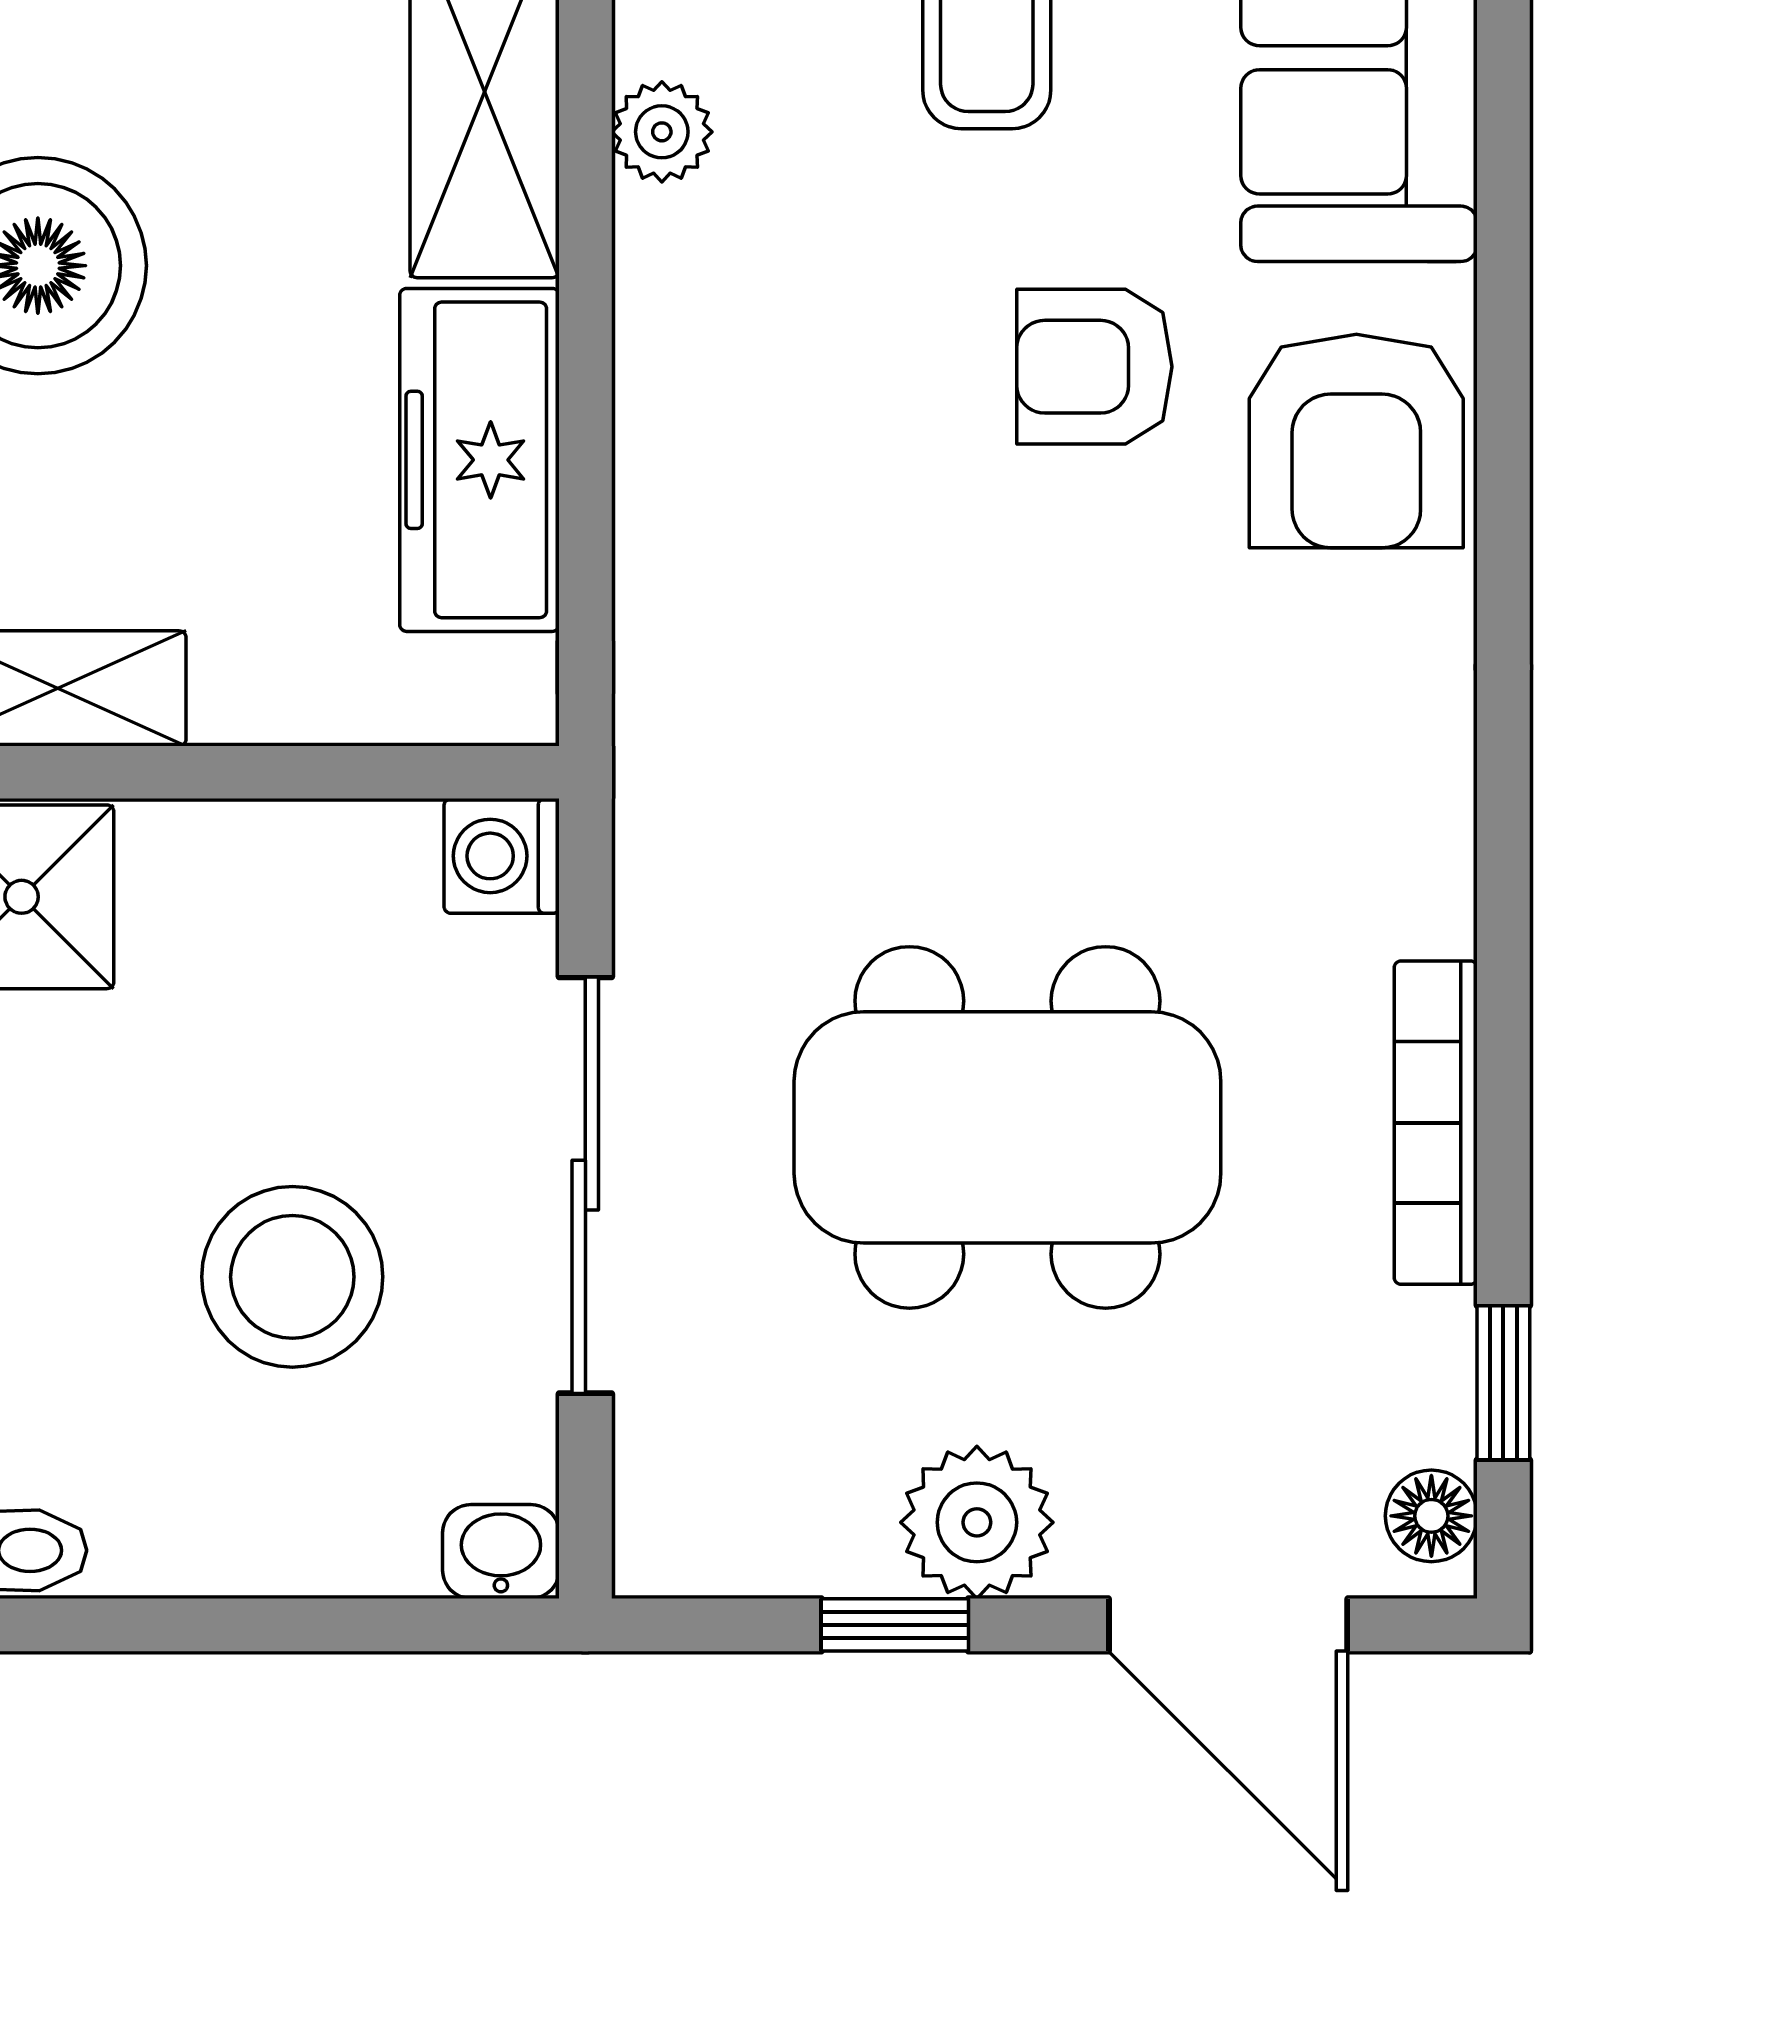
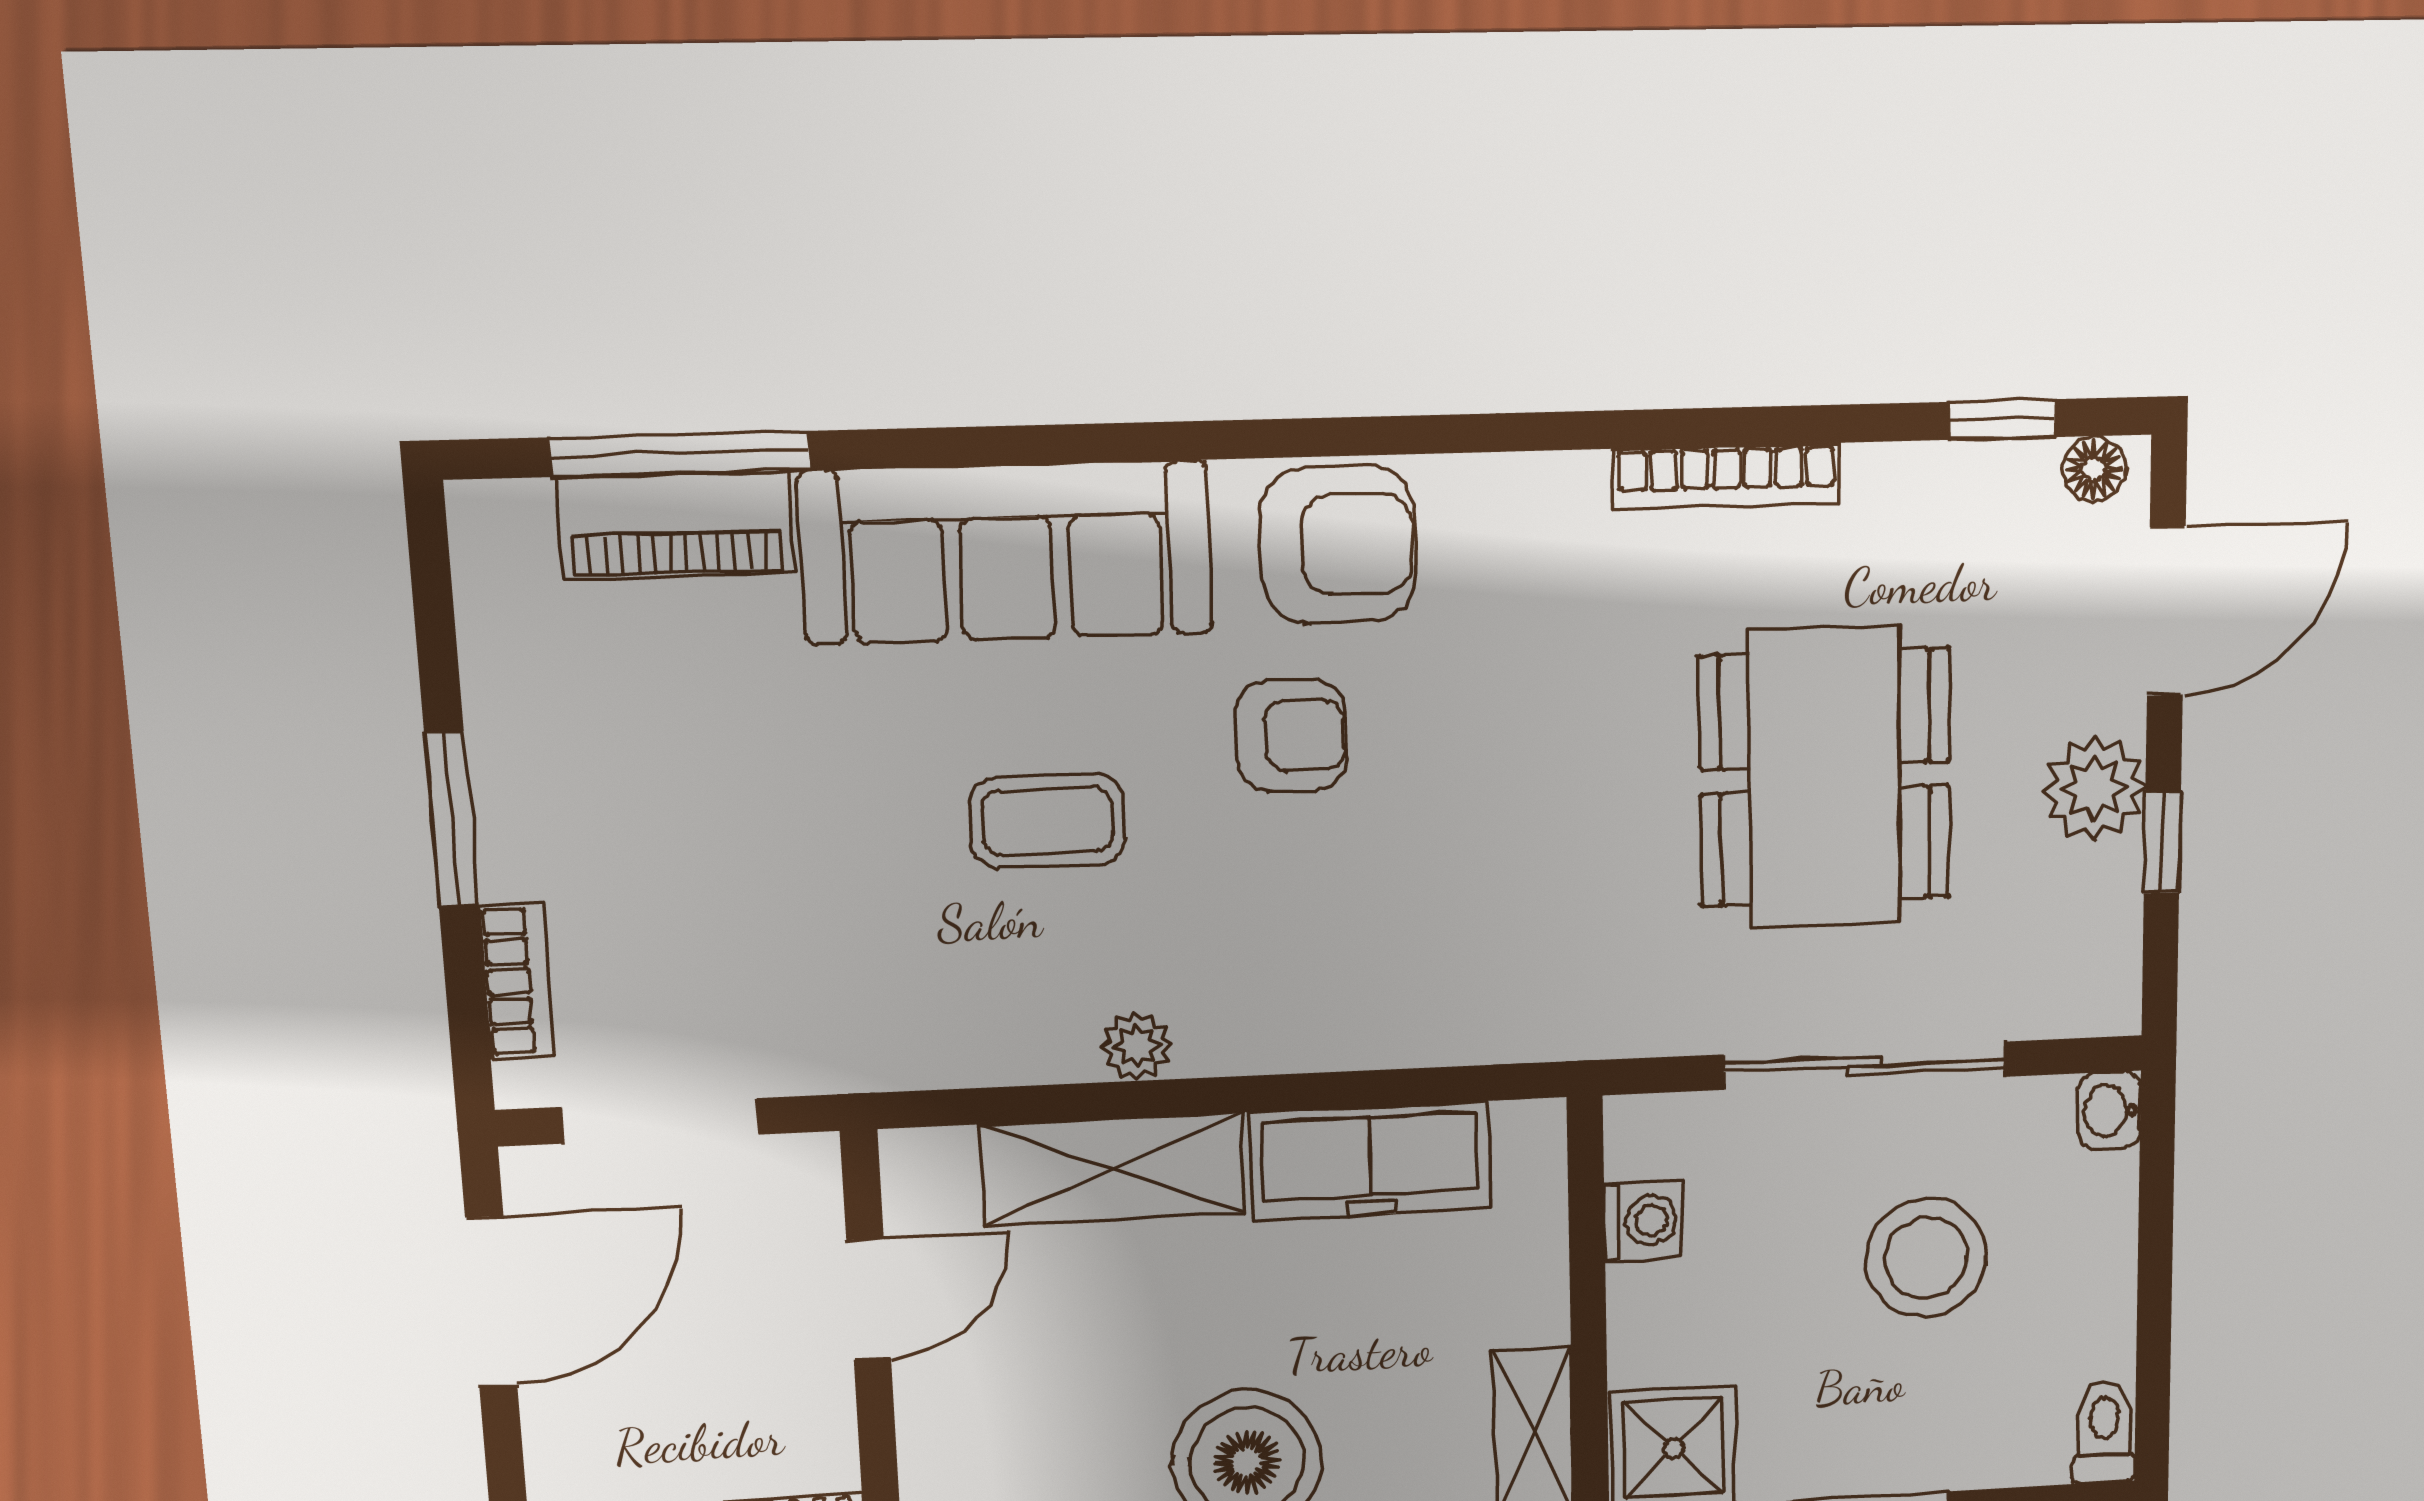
armchair: (1094, 367) -> (1291, 735), turned -90
washing machine: (502, 856) -> (1643, 1221), moved, turned -90
bookcase: (1436, 1123) -> (1726, 476), moved

